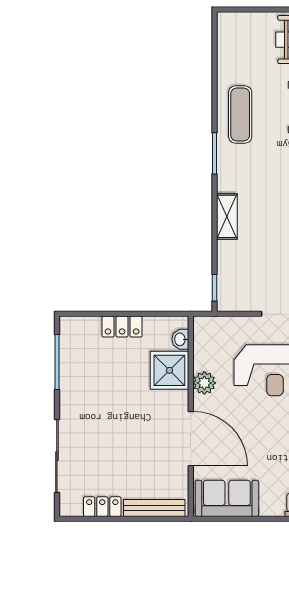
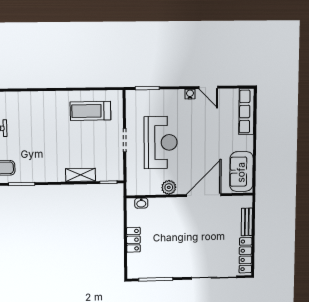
shelving: (227, 216) -> (81, 175), moved
shower: (169, 370) -> (161, 209), removed
locker: (102, 507) -> (246, 255), width x1.53
bench: (154, 508) -> (247, 222), width x0.73

